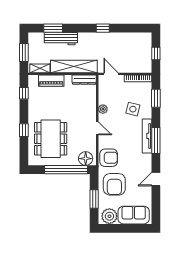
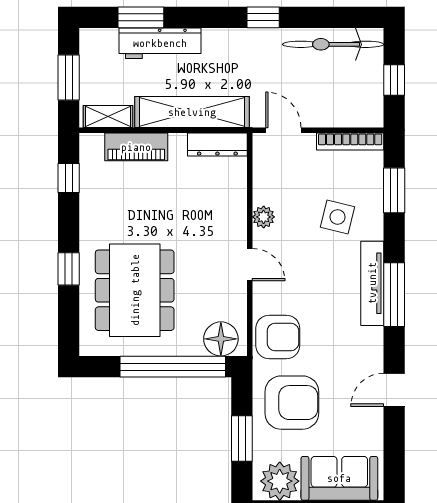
bicycle: (131, 39) -> (333, 44), added
armchair: (114, 184) -> (292, 403), turned -90

